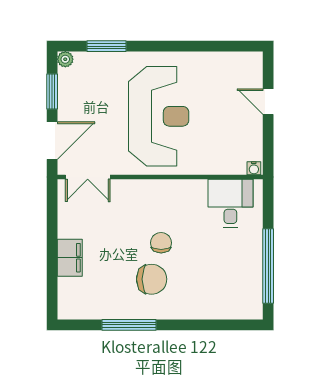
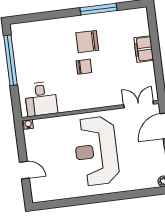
window: (106, 46) -> (137, 194), removed
chair: (161, 243) -> (84, 67), turned -90

